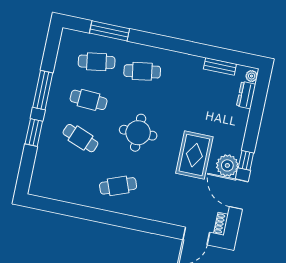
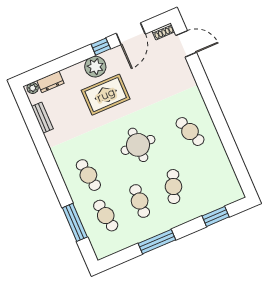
window: (34, 133) -> (216, 216), moved
rug: (194, 155) -> (106, 95), moved
plant: (227, 165) -> (95, 67), moved

